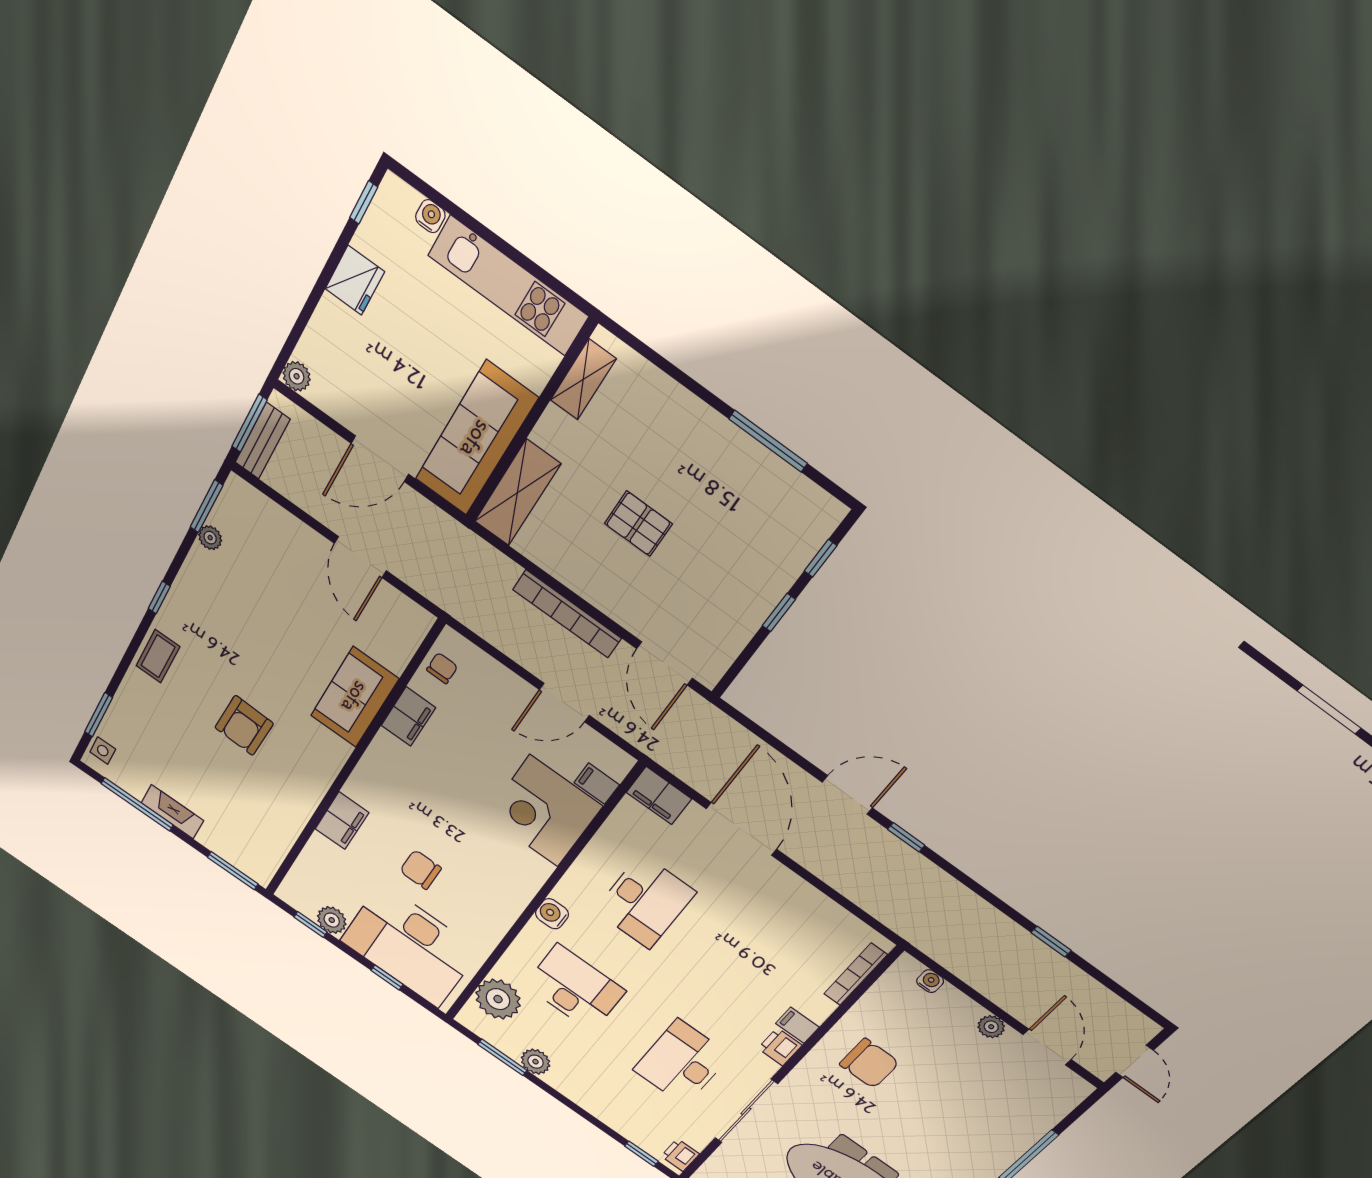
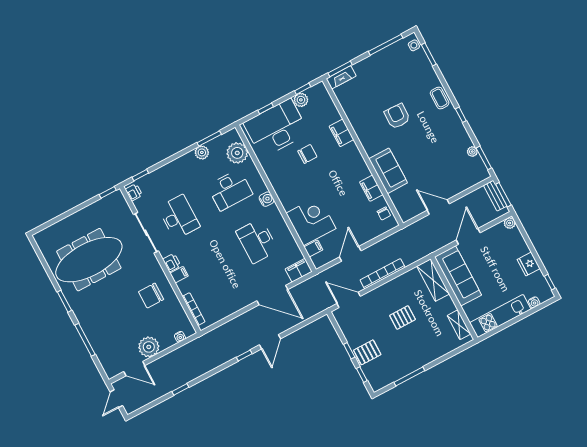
pallet: (761, 569) -> (367, 352), added
fireplace: (172, 812) -> (341, 77), moved
plant: (991, 1027) -> (149, 347), width x1.87, depth x1.87
door: (1134, 1061) -> (116, 399), hinge flipped

